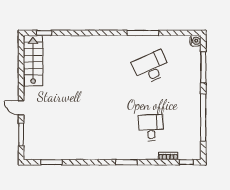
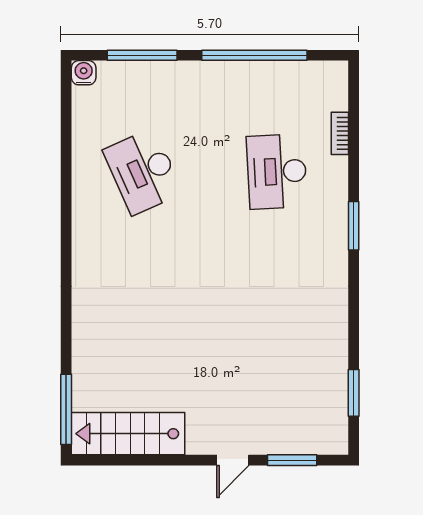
window: (44, 33) -> (66, 409), width x2.17
window: (143, 33) -> (66, 190), removed
desk: (151, 128) -> (277, 172), width x1.37
window: (186, 162) -> (354, 93), removed

